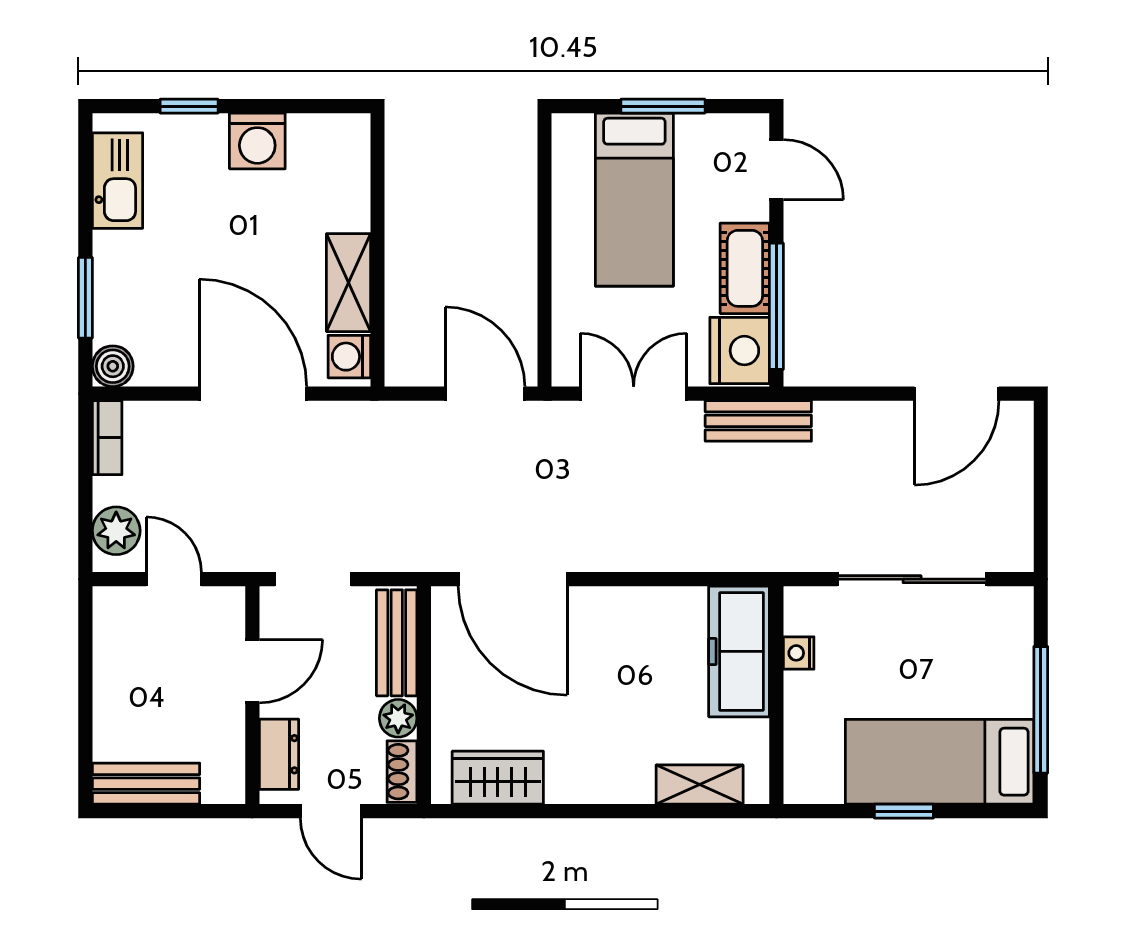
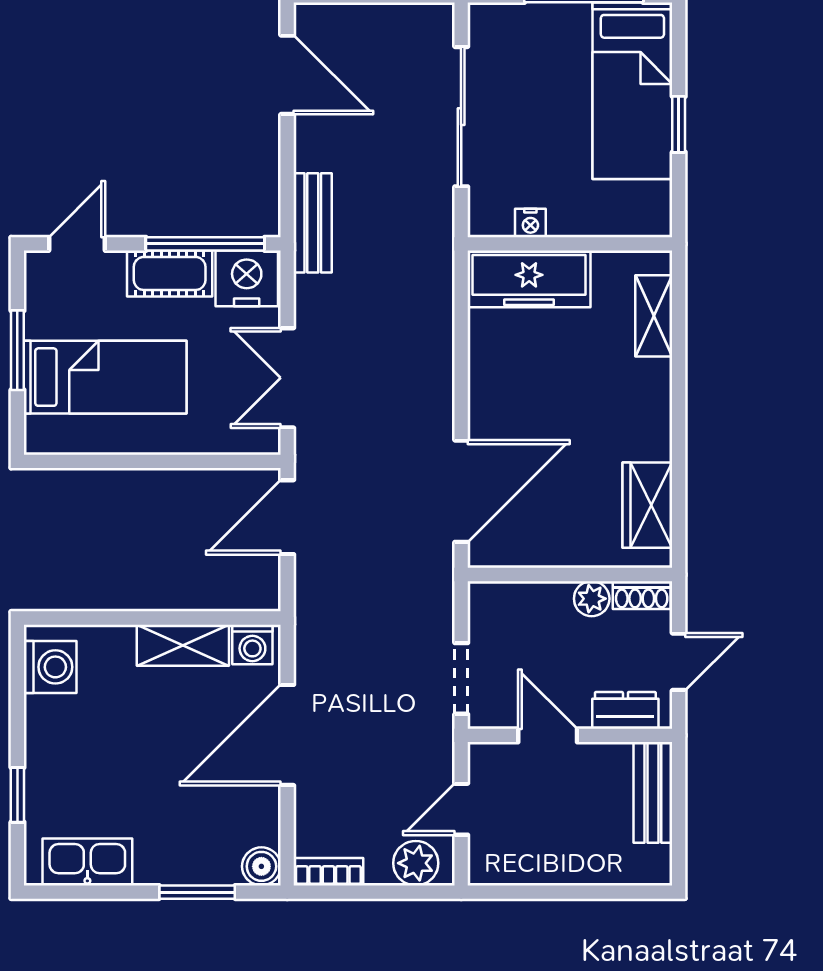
washing machine: (257, 141) -> (50, 667), moved
bench: (758, 421) -> (313, 223), moved
bench: (397, 643) -> (521, 600), removed
bench: (146, 784) -> (653, 792), moved

